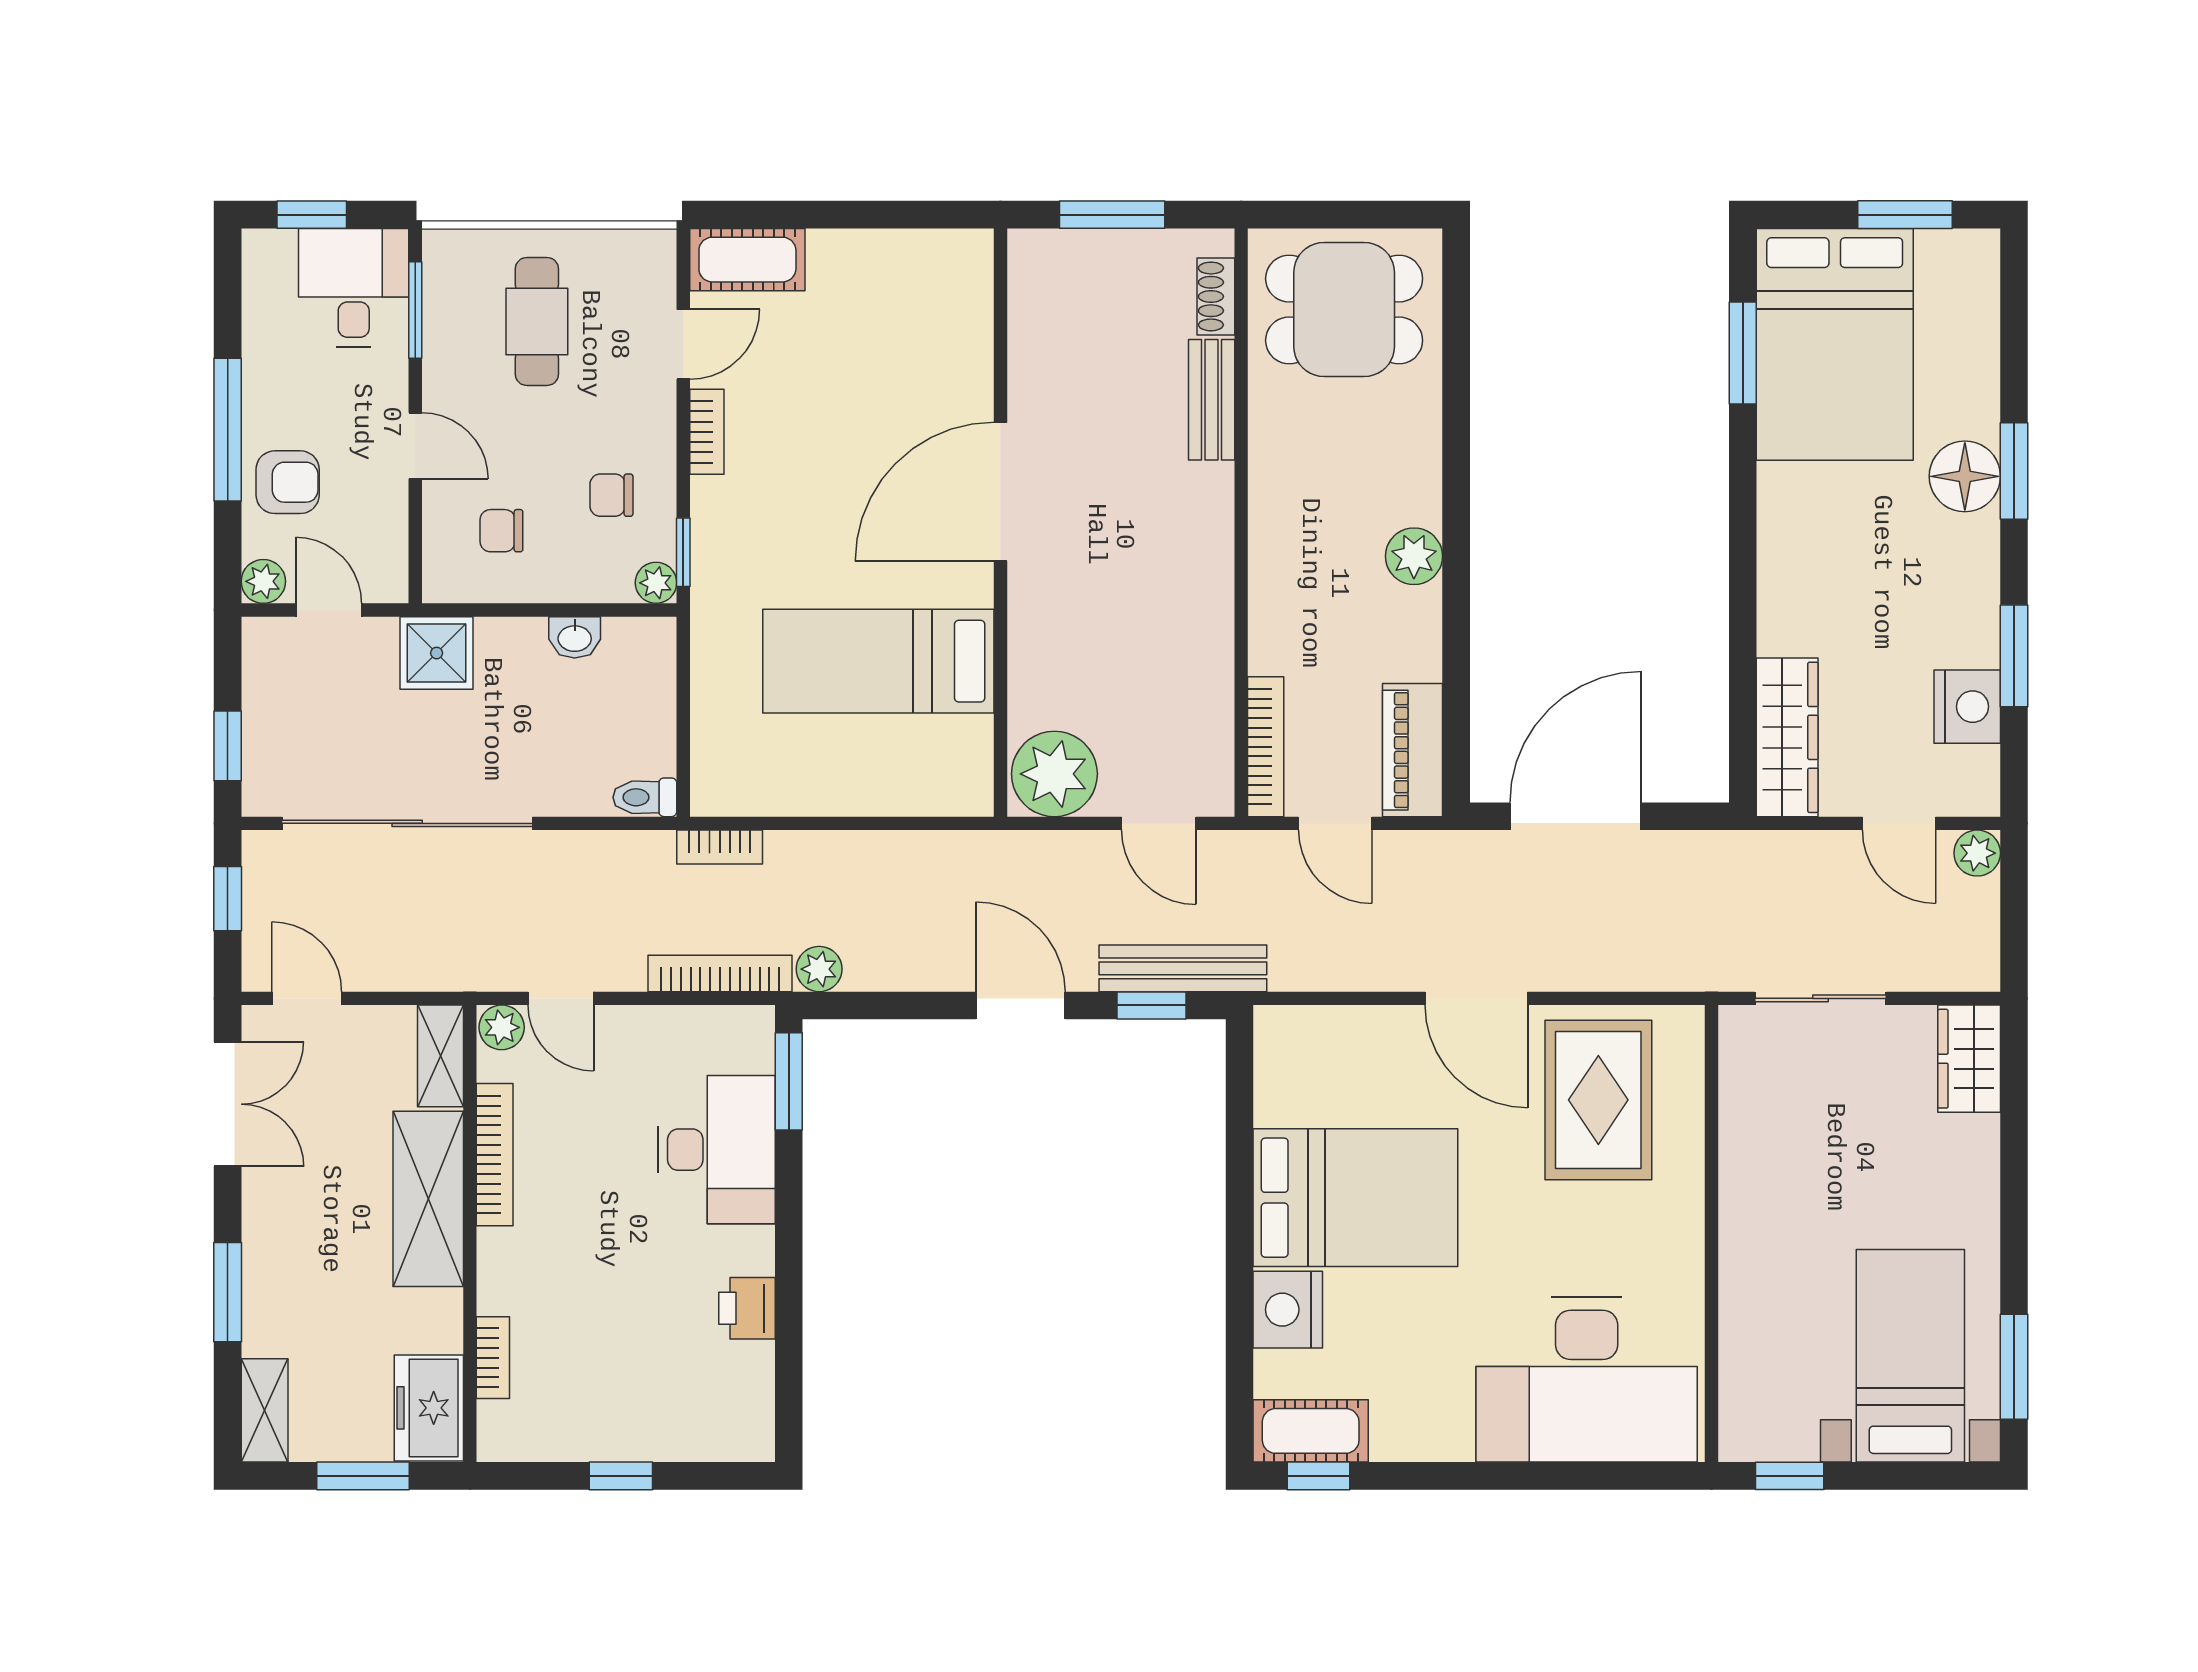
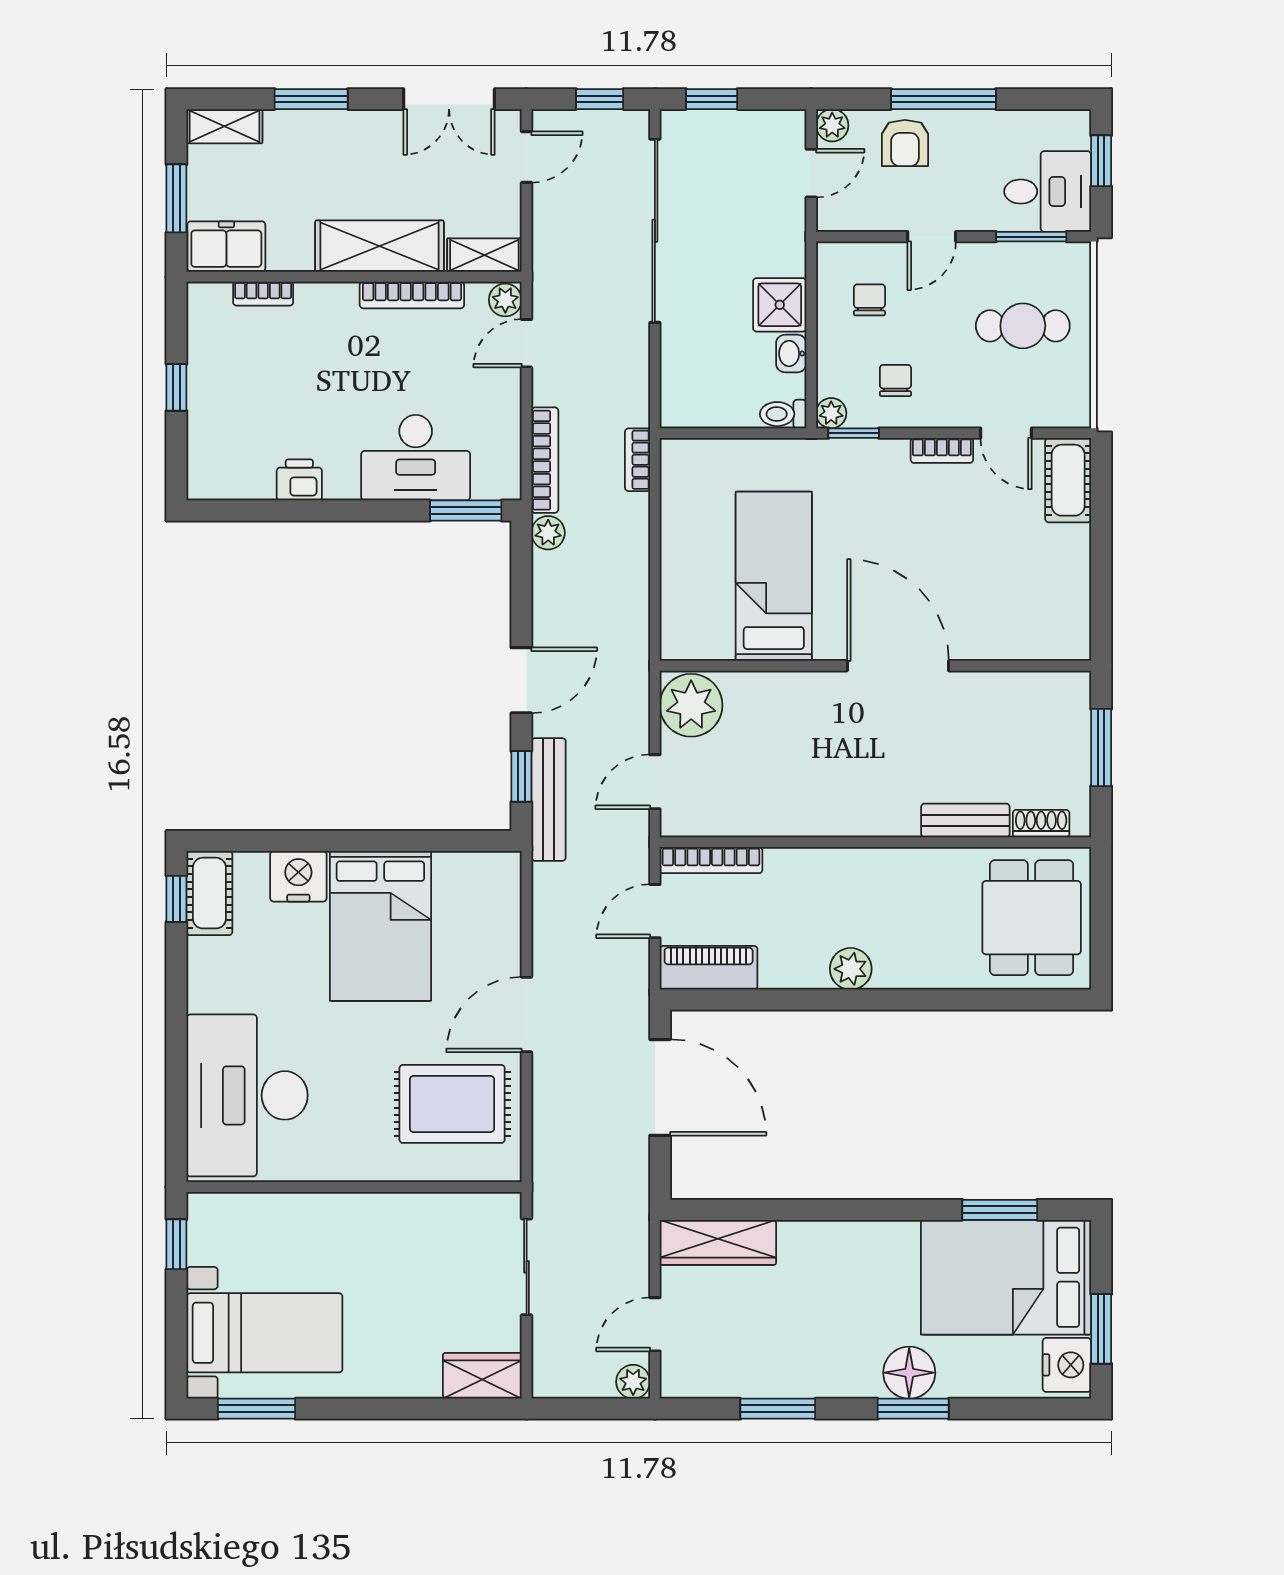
shower: (437, 653) -> (780, 305), moved
nightstand: (1967, 707) -> (1067, 1365), moved, turned -90
toilet: (645, 797) -> (783, 414), moved, turned -90

